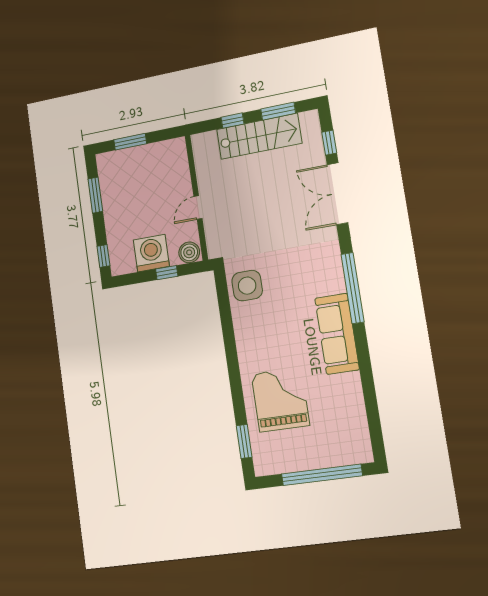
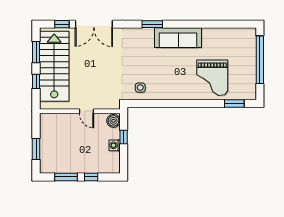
stairs: (259, 136) -> (54, 66), width x1.36, depth x1.51
washing machine: (151, 253) -> (115, 145), width x0.53, depth x0.53
window: (103, 256) -> (91, 177), moved
side table: (247, 286) -> (140, 88), width x0.54, depth x0.54
window: (353, 288) -> (152, 24), width x0.47
grand piano: (280, 400) -> (212, 78), turned -90

